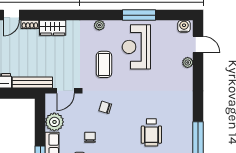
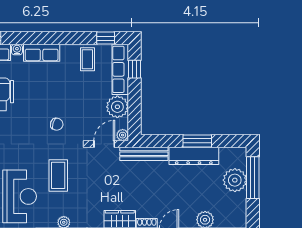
plant: (50, 98) -> (123, 135), added
chair: (90, 137) -> (75, 88), removed

